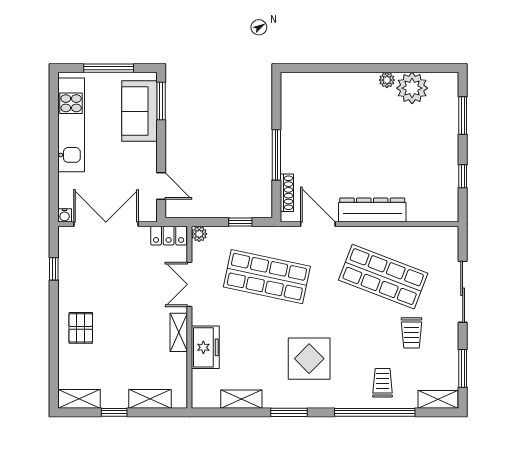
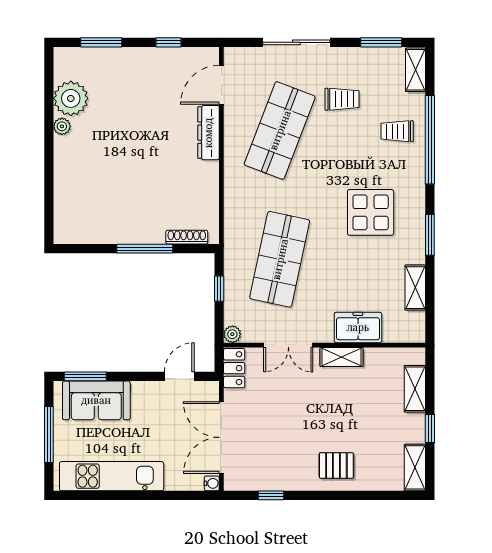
dresser: (372, 210) -> (208, 133), width x0.73, depth x0.80
door: (318, 224) -> (221, 85), moved

